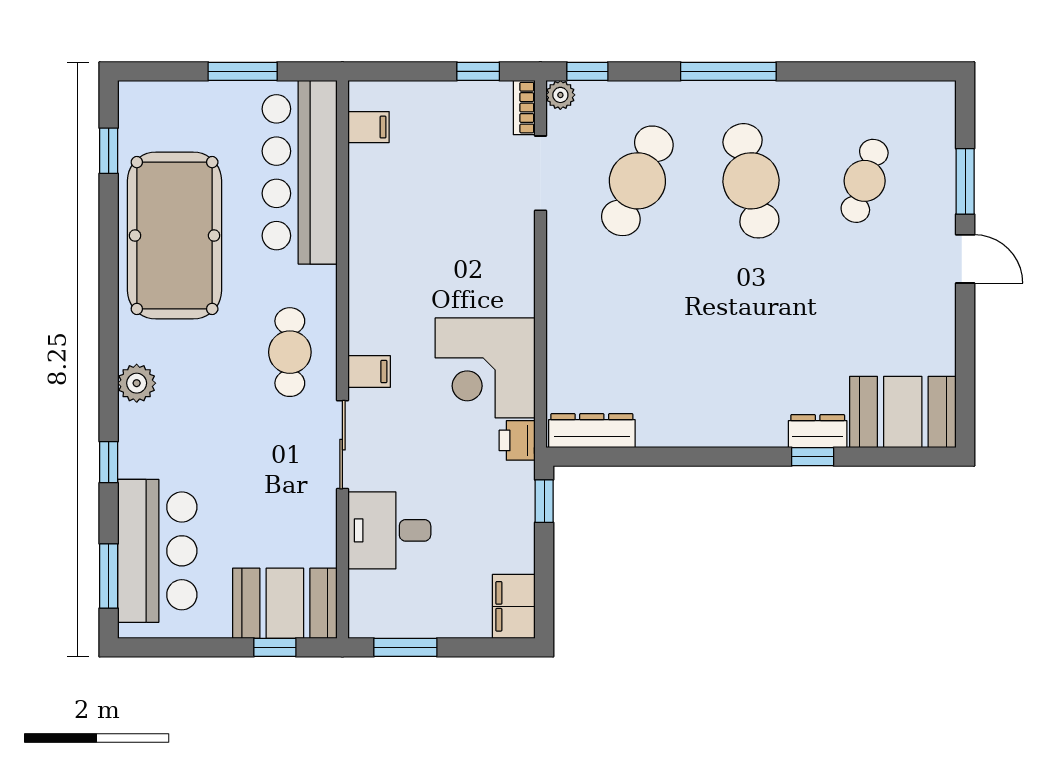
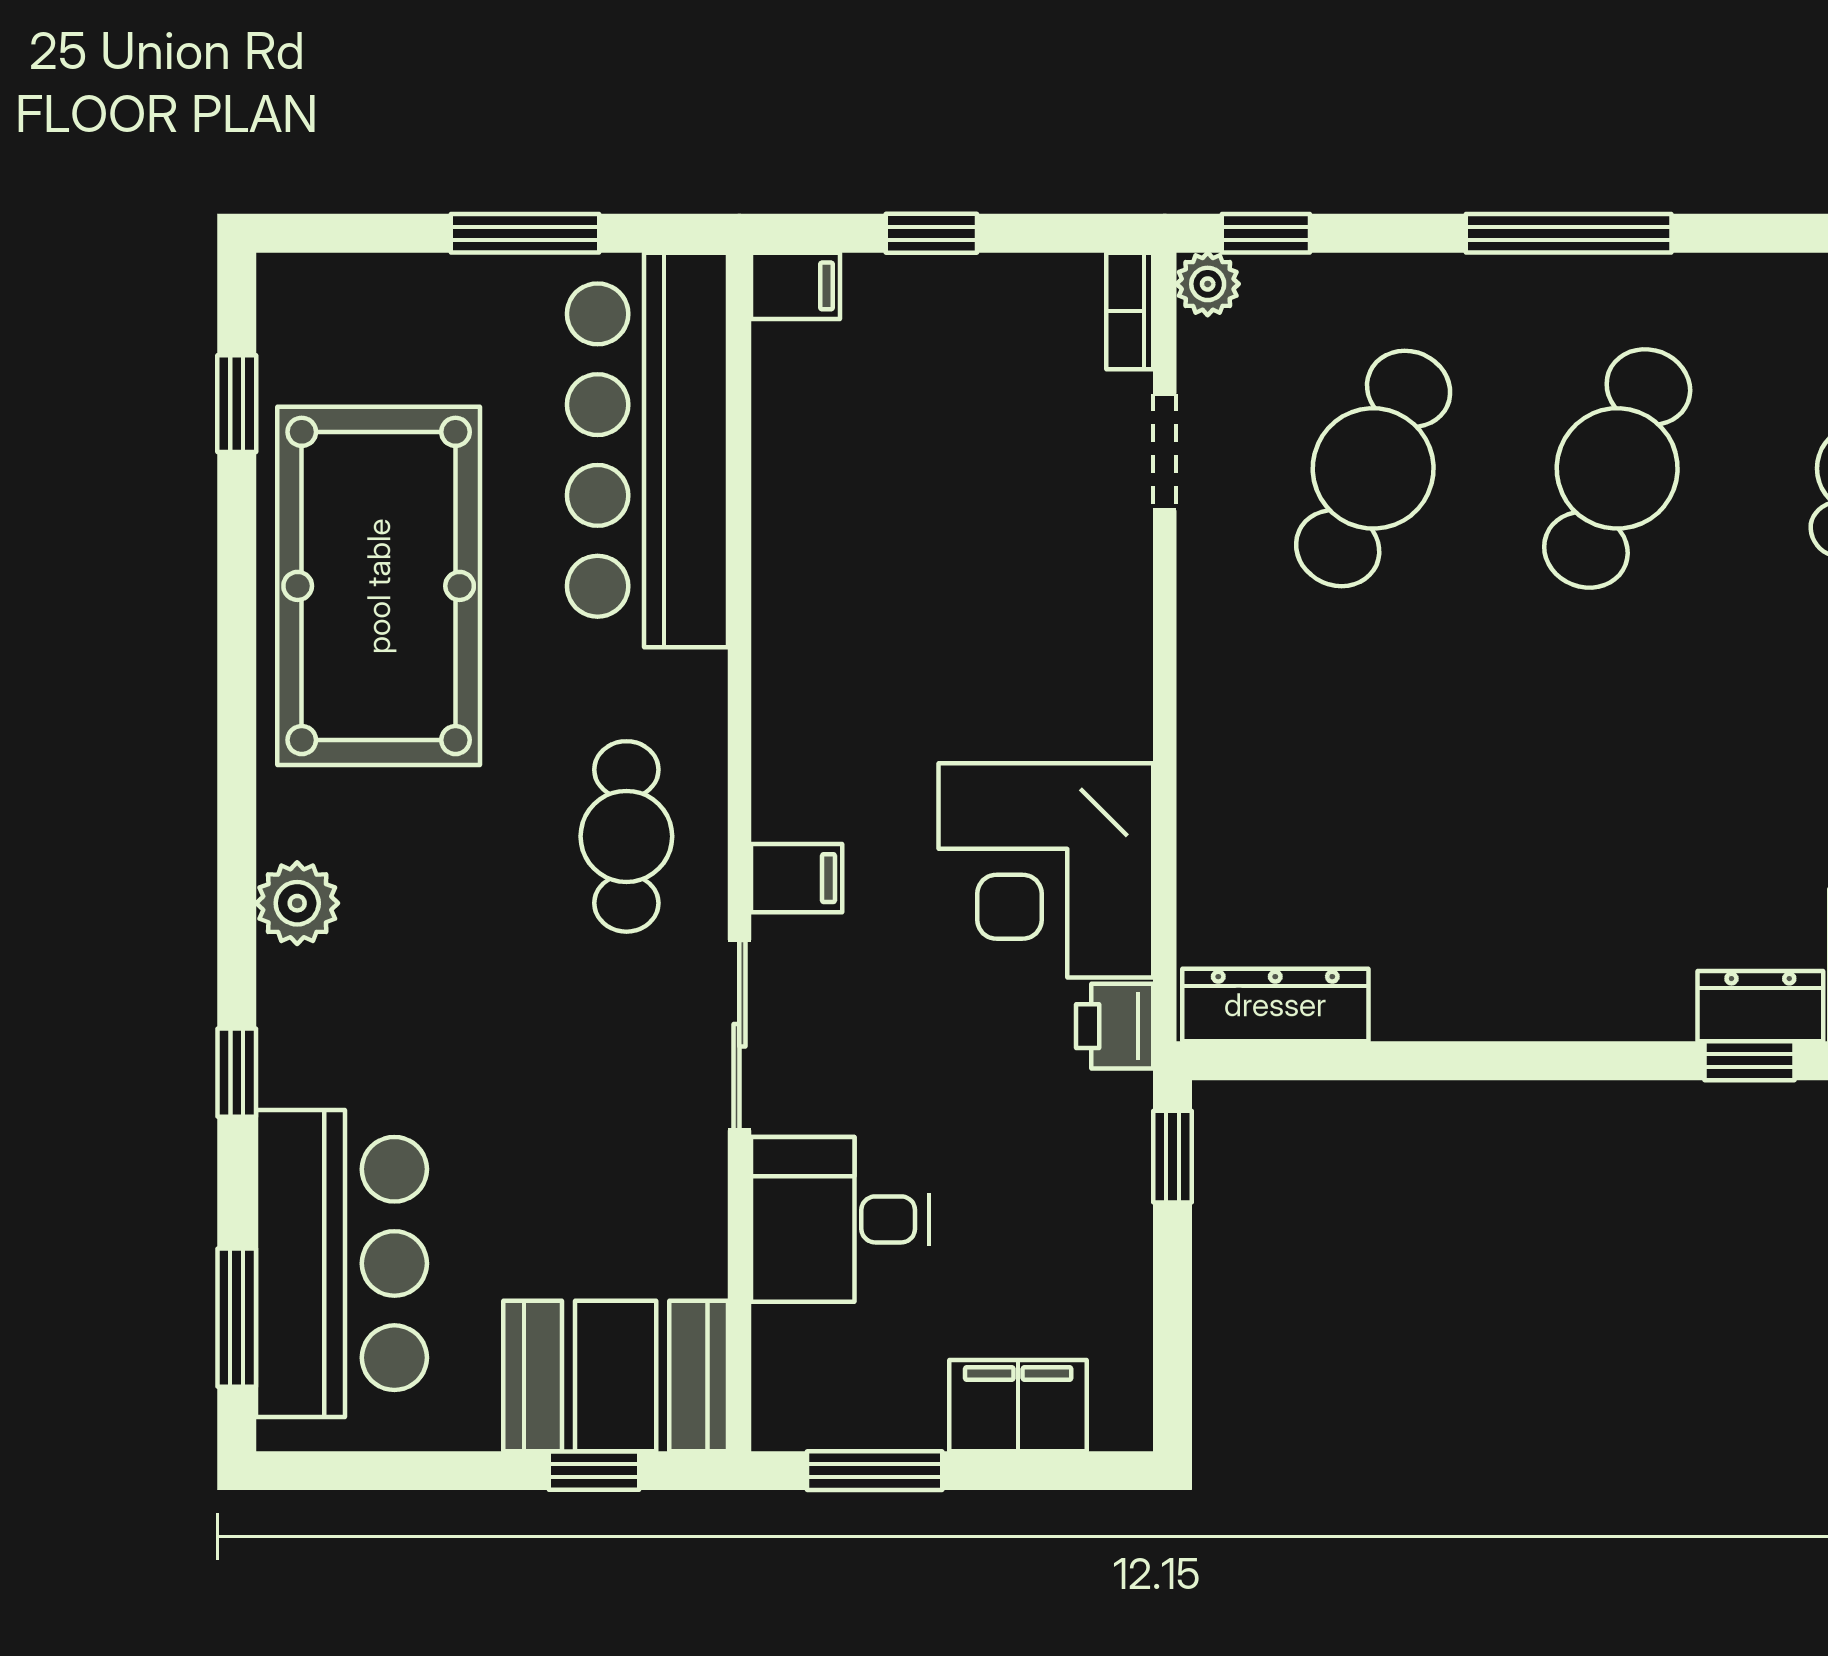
window: (478, 71) -> (931, 233), moved
filing cabinet: (369, 127) -> (795, 286), moved
doorway: (540, 173) -> (1165, 452), width x0.73
cafe table: (751, 181) -> (1617, 468), turned 33
filing cabinet: (514, 606) -> (1018, 1406), moved, turned 90

